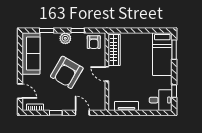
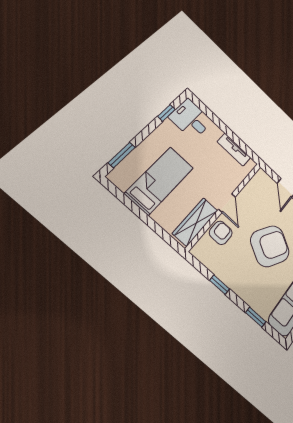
plant: (65, 38) -> (241, 288), removed
armchair: (94, 42) -> (221, 233), moved
bed: (162, 54) -> (160, 181), moved

